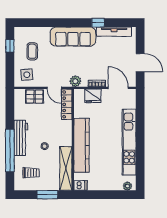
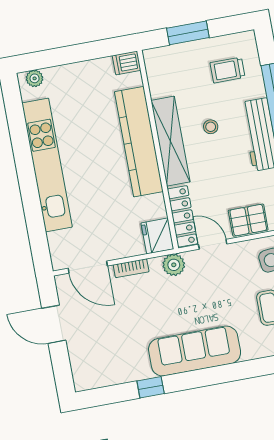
tv unit: (114, 32) -> (116, 375), removed
fridge: (93, 96) -> (157, 236), moved, turned -90
shelving: (66, 168) -> (170, 141), moved

